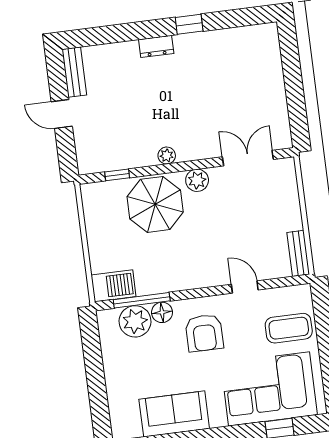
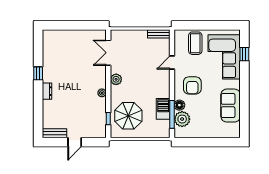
parasol: (155, 204) -> (128, 116), moved
barbecue: (113, 286) -> (163, 109), moved
armchair: (204, 333) -> (192, 85), turned 90

